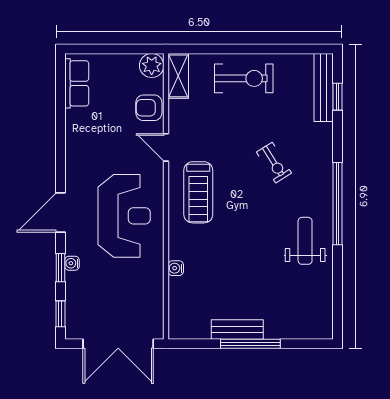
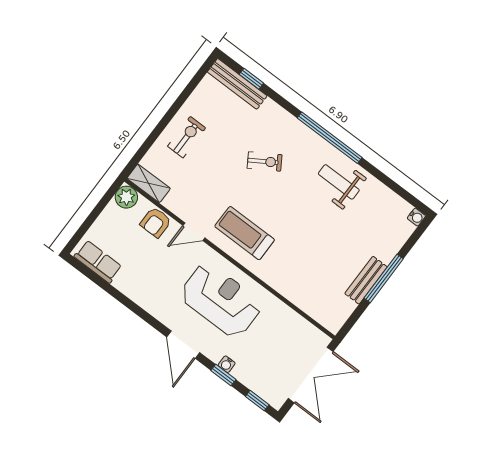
exercise bike: (244, 78) -> (187, 137), width x0.73, depth x0.72
treadmill: (198, 192) -> (245, 233), turned 180
water cooler: (176, 268) -> (416, 217), moved, turned -90

